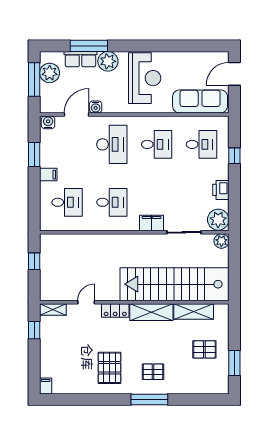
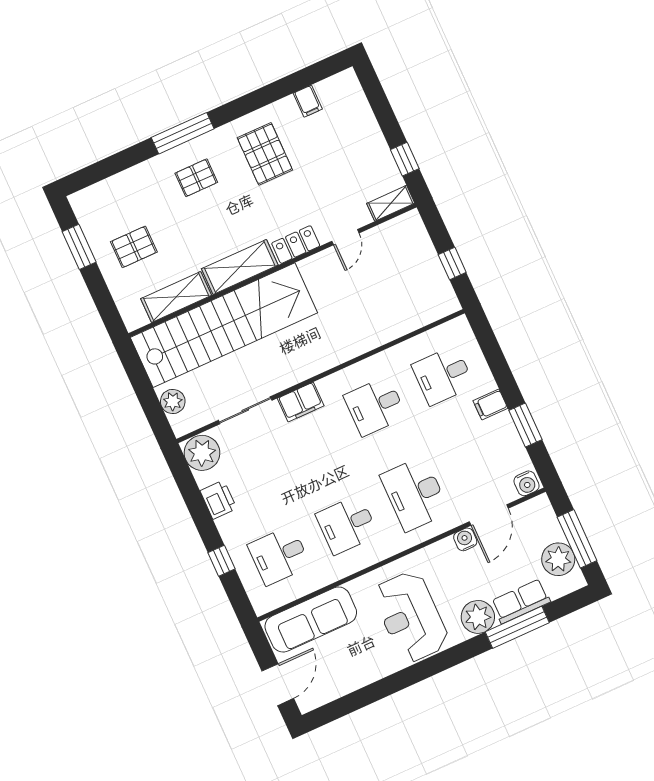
plant: (221, 241) -> (173, 401), moved
filing cabinet: (46, 386) -> (308, 101), moved

